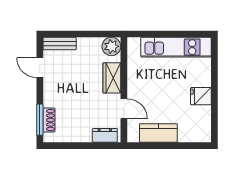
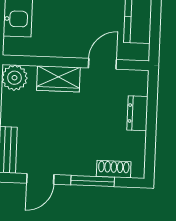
window: (40, 120) -> (93, 181), moved
dresser: (105, 135) -> (137, 113), moved

